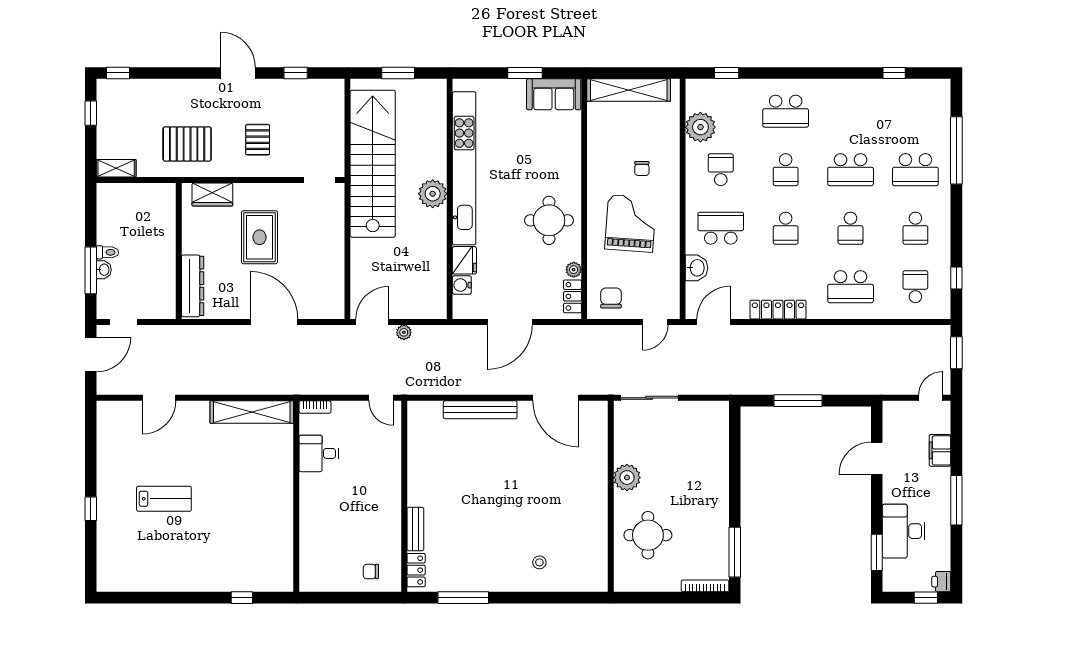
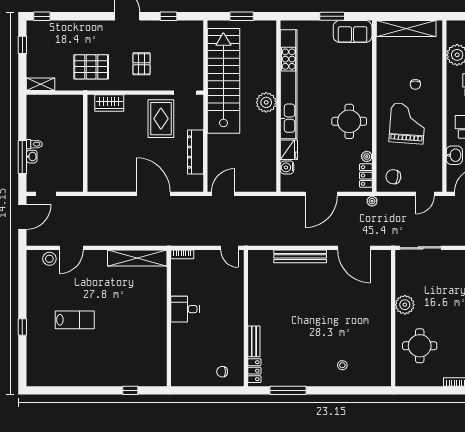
rug: (259, 237) -> (161, 119), moved
dresser: (193, 286) -> (196, 152), moved, turned 180
chair: (611, 298) -> (393, 177), turned -82
plant: (404, 332) -> (372, 201), moved
stool: (129, 413) -> (49, 259), added
desk: (319, 453) -> (185, 309), moved

